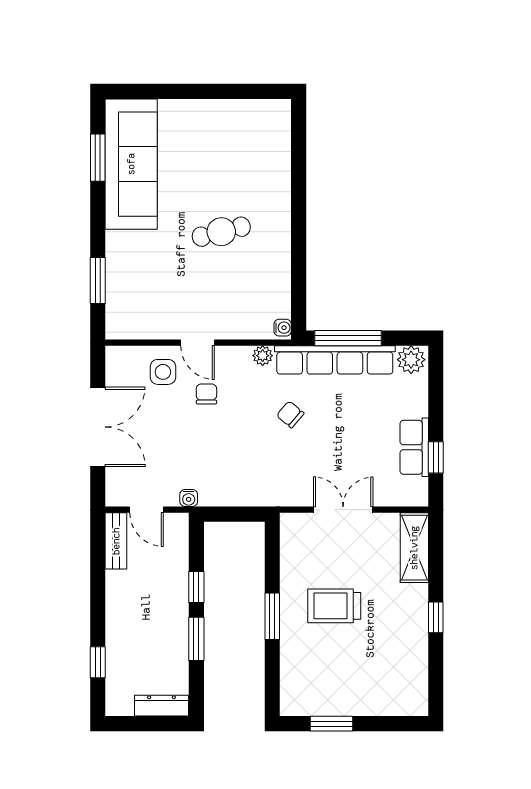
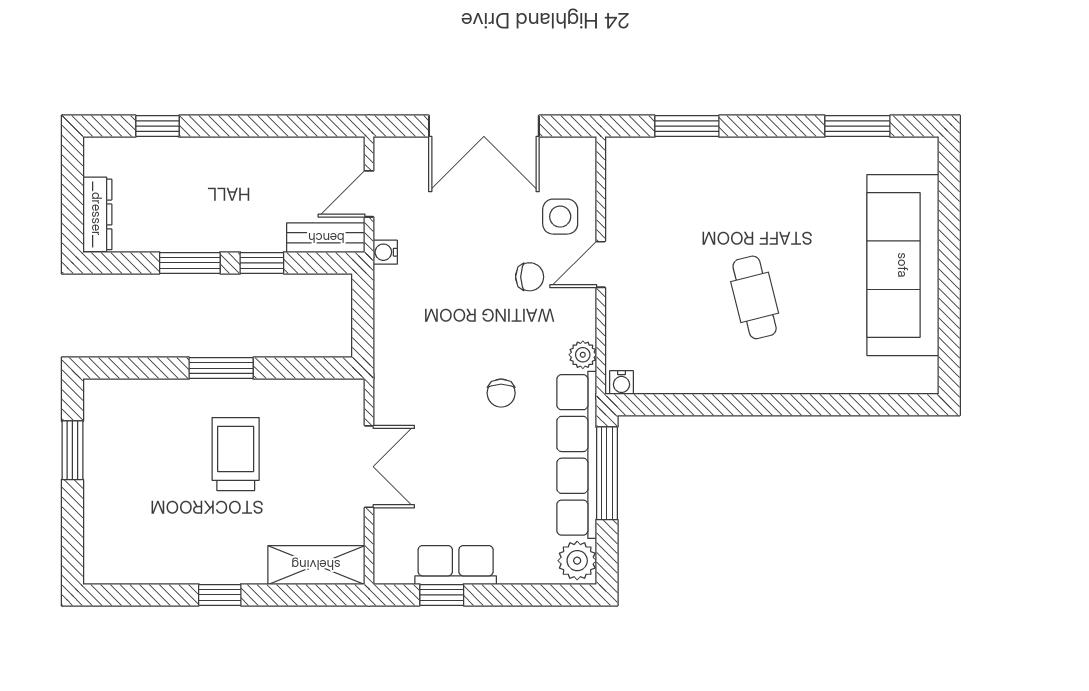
sofa: (131, 164) -> (903, 265), moved, turned 90
chair: (290, 414) -> (501, 393), turned 140
bench: (116, 541) -> (326, 238), moved

